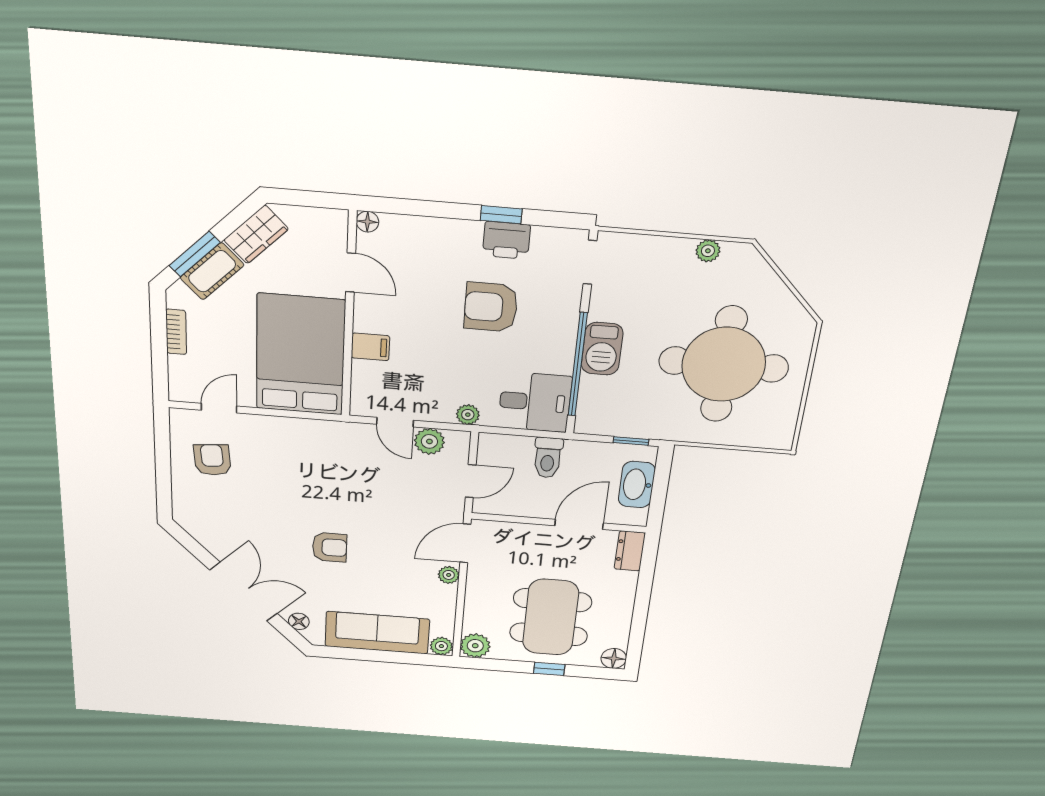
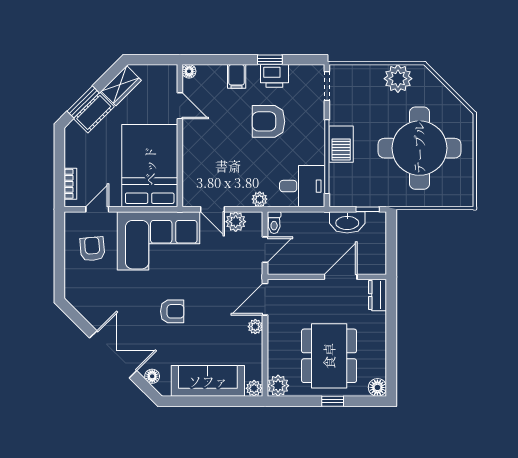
plant: (708, 251) -> (398, 79), width x1.88, depth x1.88
bookcase: (176, 332) -> (70, 184), moved
filing cabinet: (370, 347) -> (237, 76), moved, turned 90
corner sofa: (312, 457) -> (159, 241), added
toilet: (548, 458) -> (274, 223), moved, width x0.73, depth x0.72
washbasin: (637, 485) -> (347, 222), moved, turned -90

